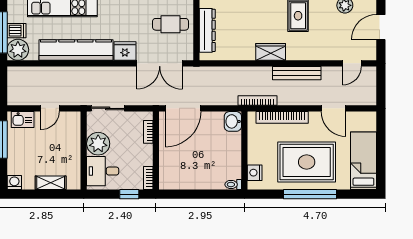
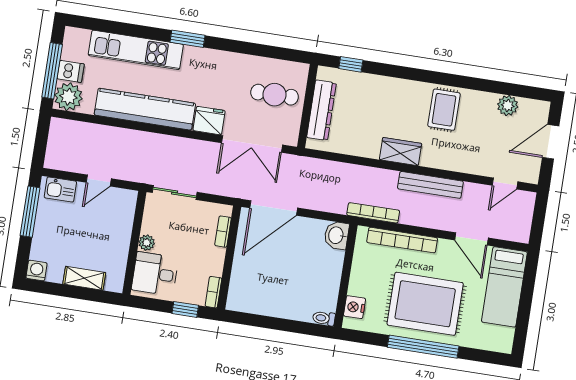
plant: (98, 144) -> (147, 243), width x0.53, depth x0.53
bed: (363, 161) -> (504, 287), moved, turned 180

